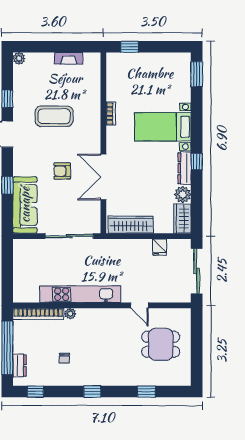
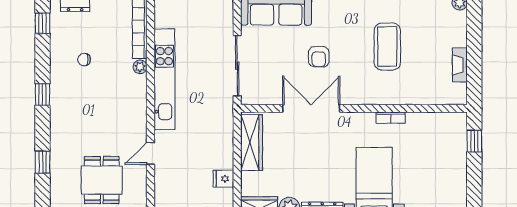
armchair: (62, 171) -> (319, 57), turned 180

